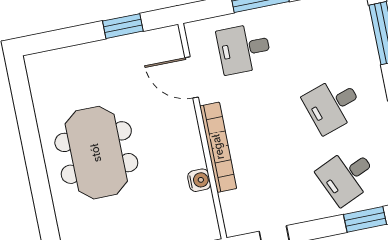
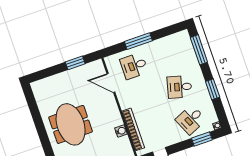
desk: (333, 105) -> (179, 87), turned 33
bookcase: (218, 147) -> (133, 129), moved

